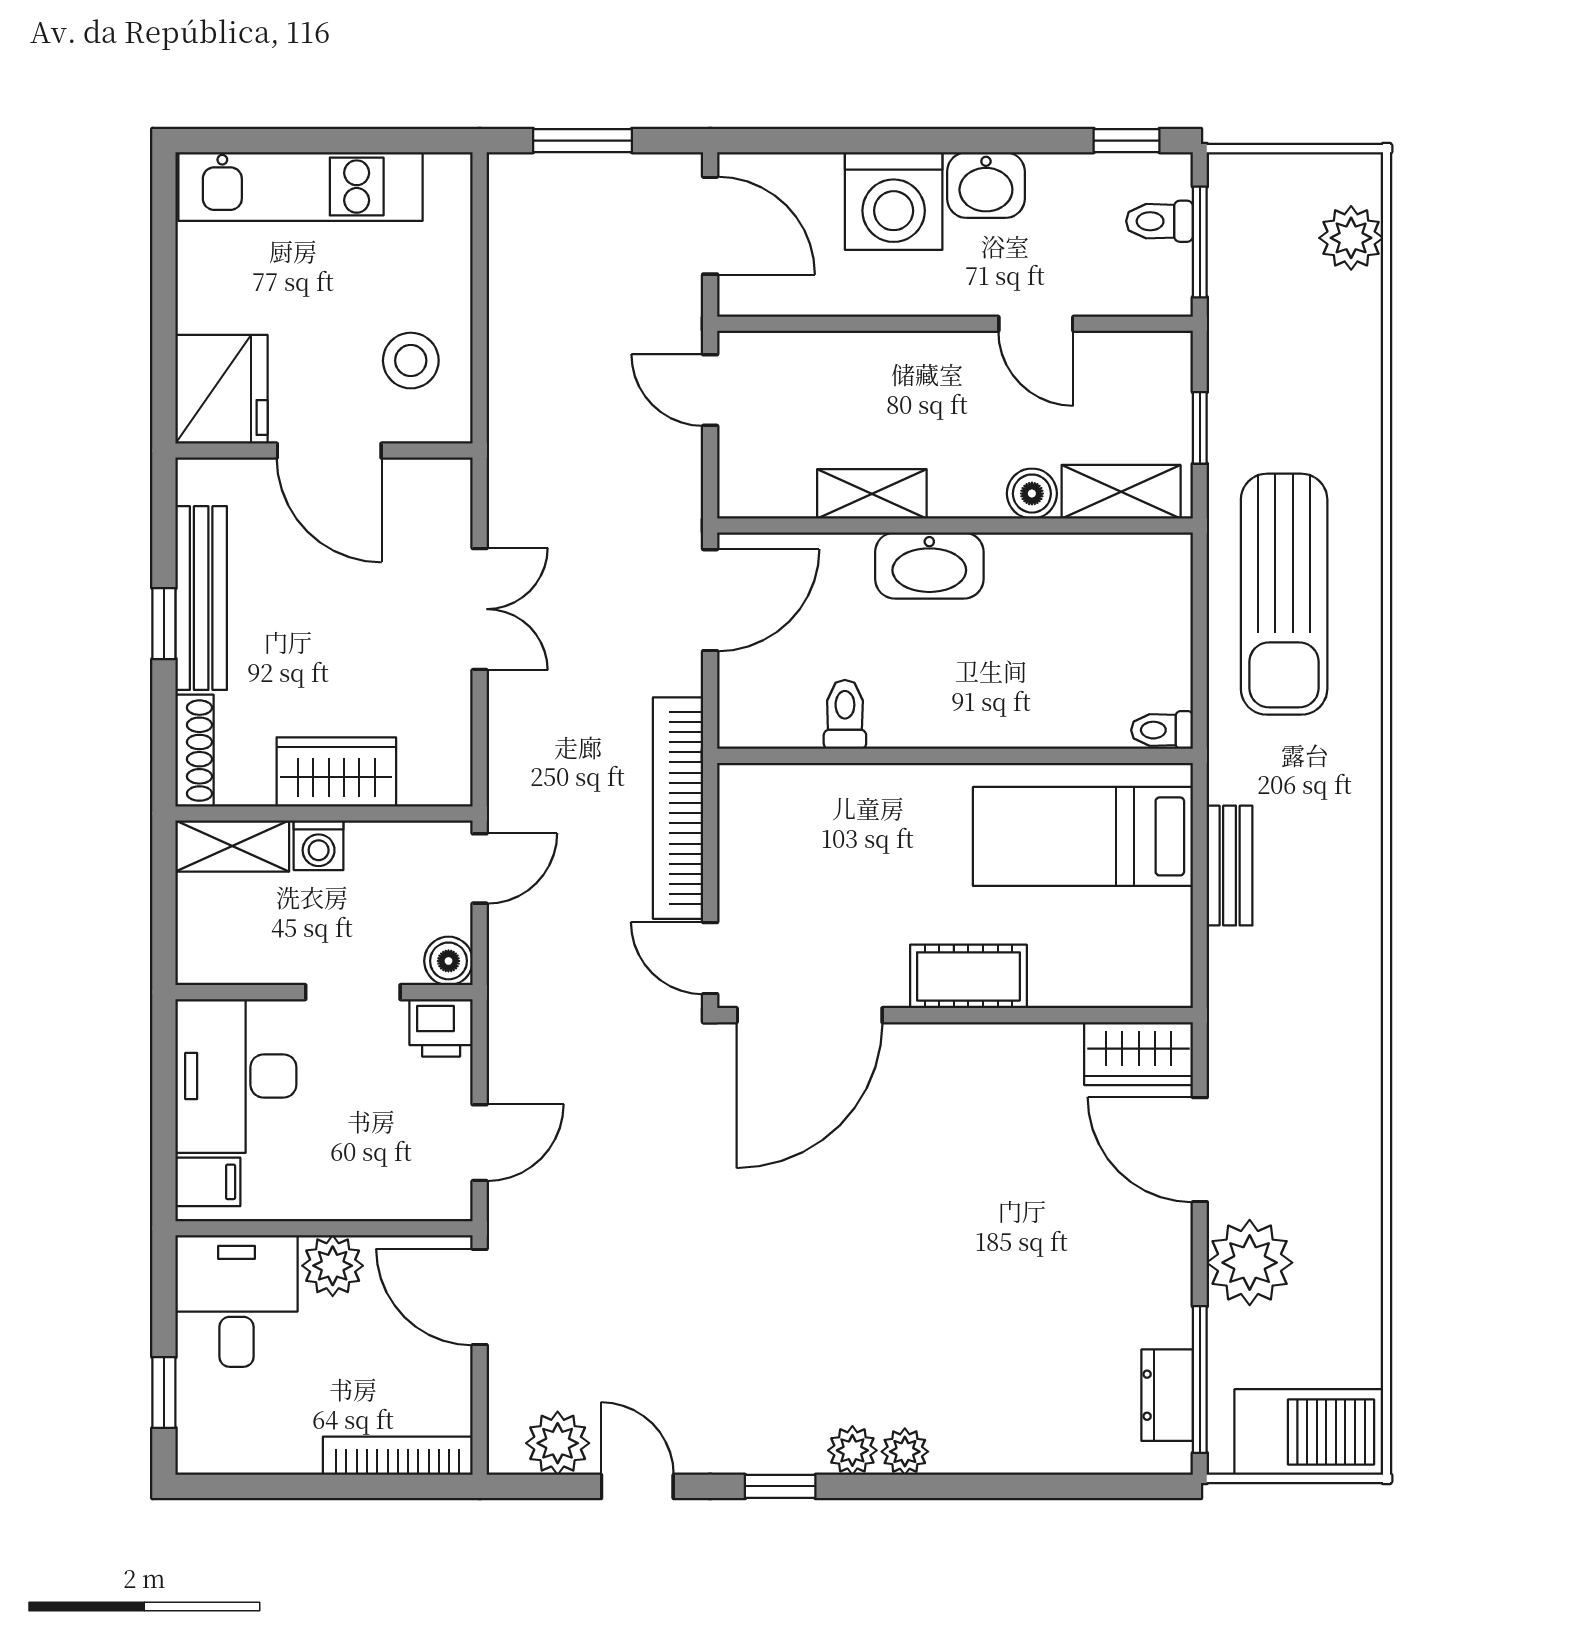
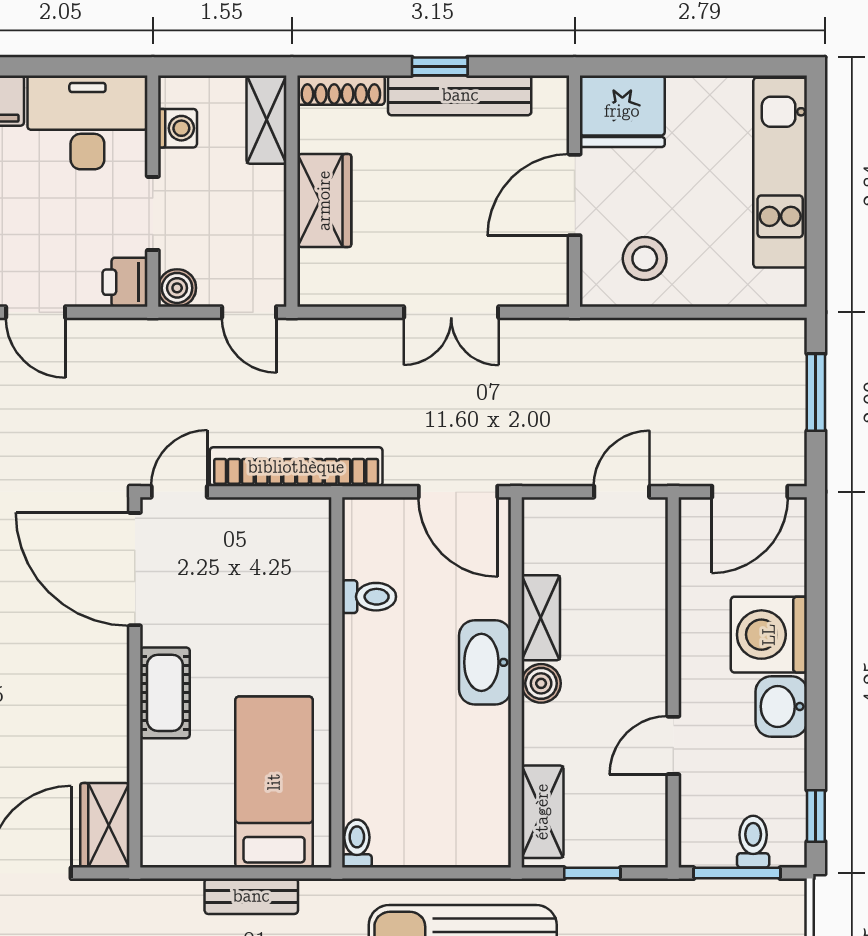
boiler: (1032, 494) -> (541, 683), moved
washing machine: (319, 845) -> (178, 128), moved, turned 180

